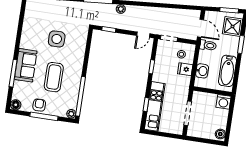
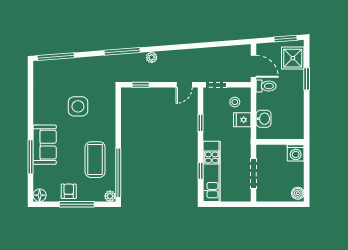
bathtub: (227, 71) -> (295, 114), removed
coffee table: (54, 77) -> (95, 160), moved

